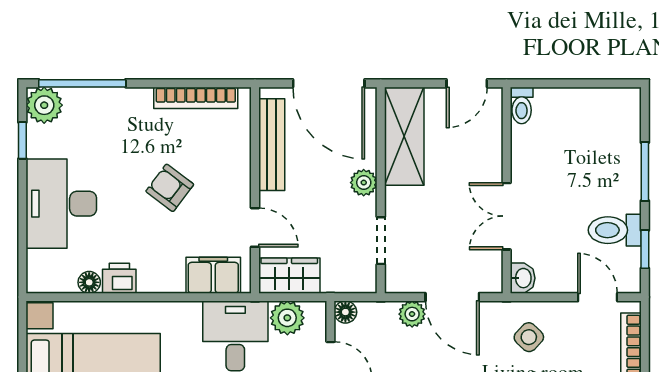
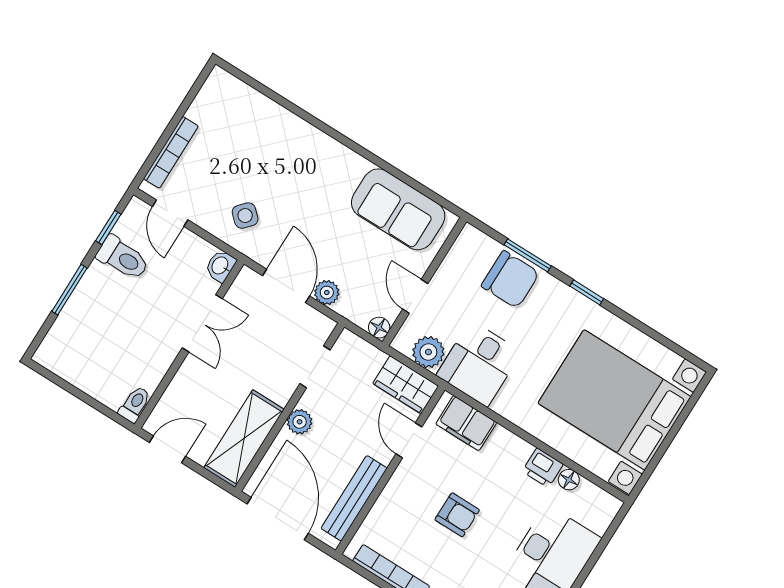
armchair: (170, 188) -> (457, 515), turned -37

